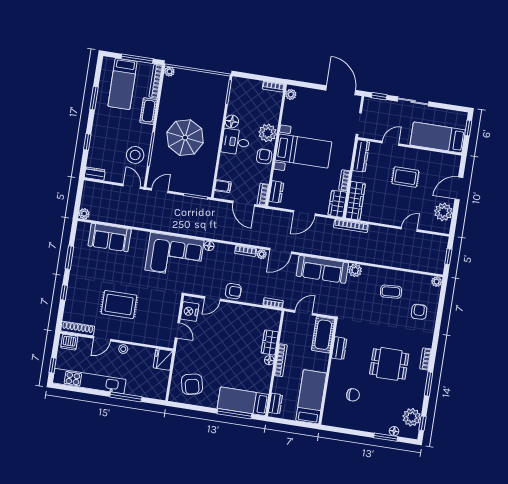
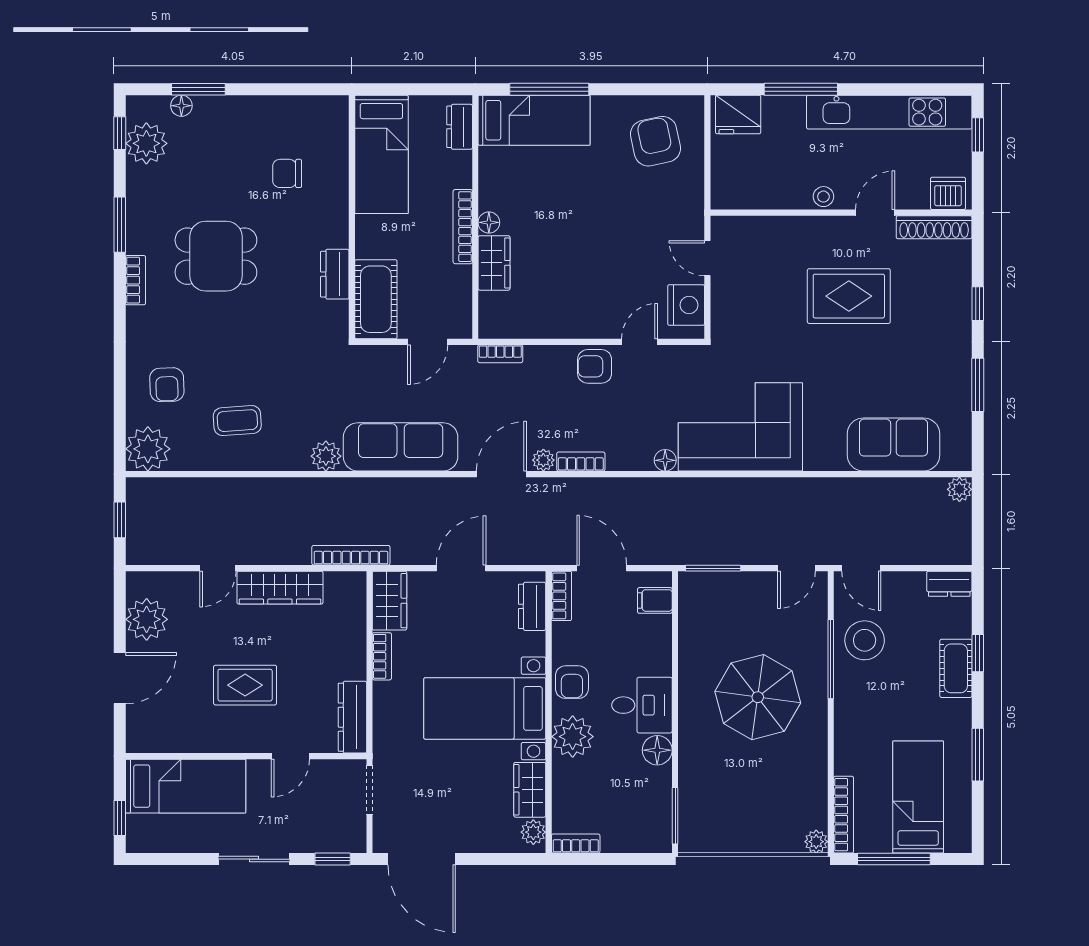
cot: (149, 111) -> (956, 668), moved
wardrobe: (289, 113) -> (530, 790), added
wardrobe: (355, 201) -> (280, 588), moved, turned -90
plant: (437, 282) -> (148, 449), width x1.88, depth x1.88
fridge: (163, 359) -> (738, 114), moved, turned 90

